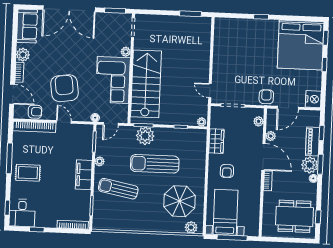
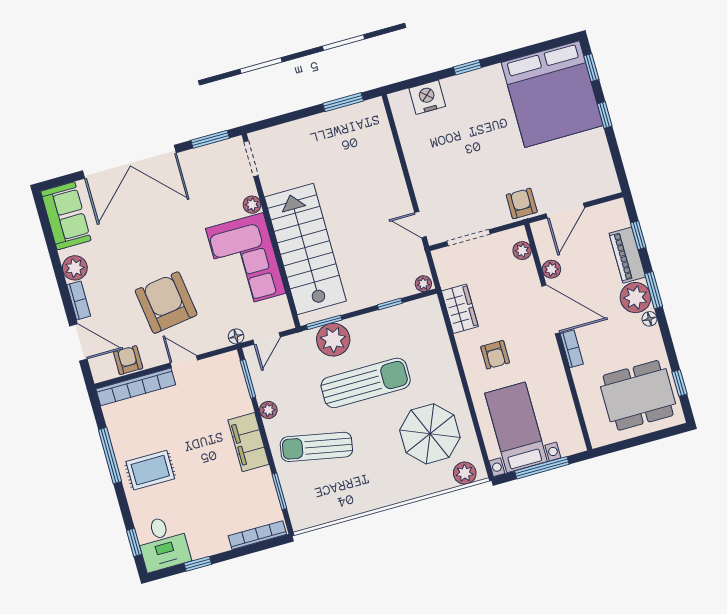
nightstand: (313, 99) -> (427, 97), moved, turned -90
armchair: (35, 112) -> (128, 360), turned -90
sun lounger: (155, 164) -> (366, 383), turned 180

